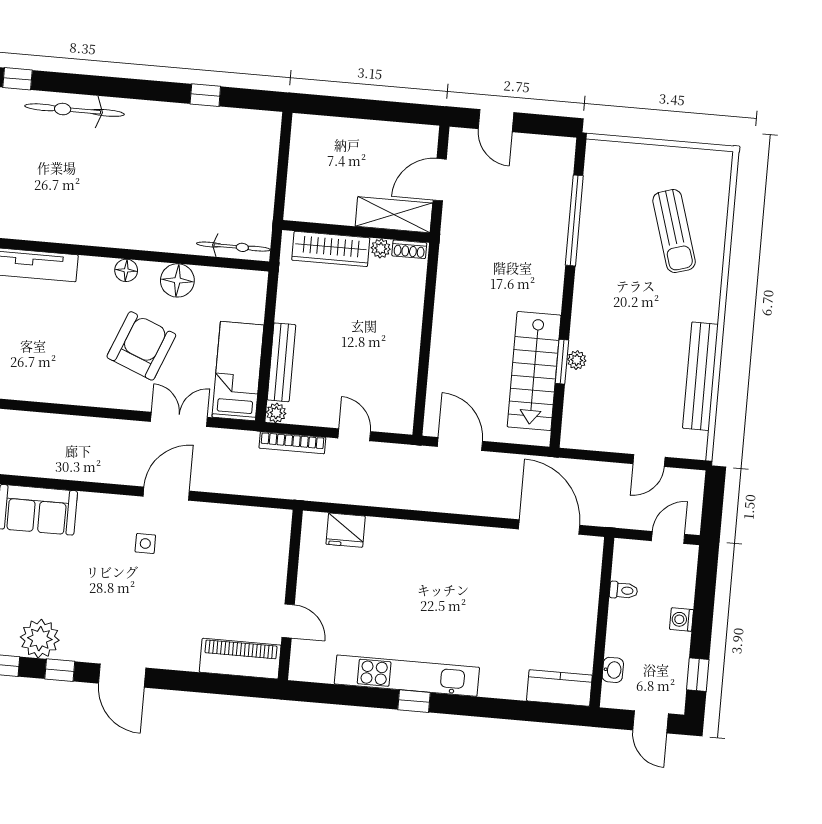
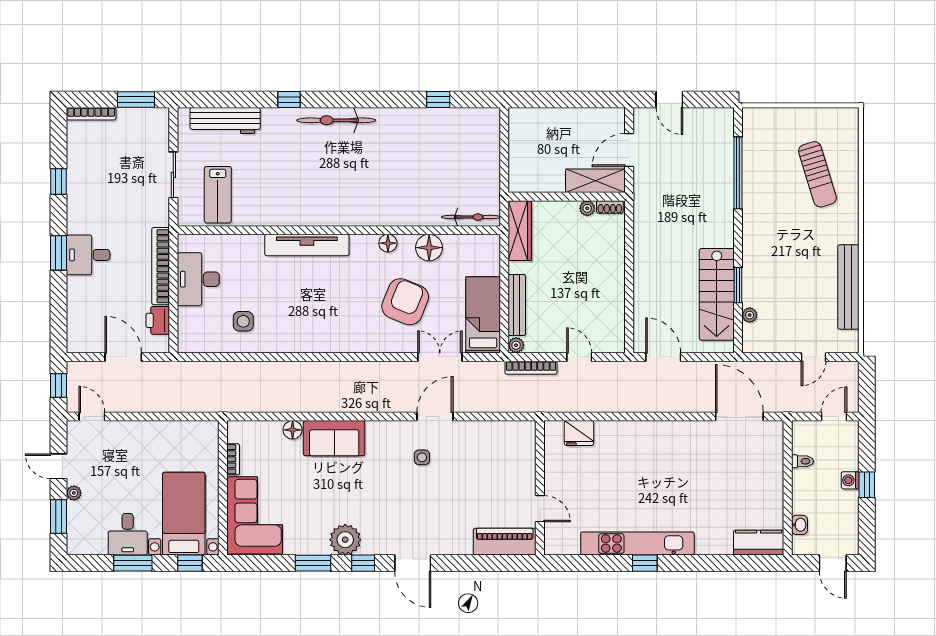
wardrobe: (331, 249) -> (520, 231), moved, turned -90
plant: (577, 360) -> (750, 315), moved
window: (698, 675) -> (867, 485), moved

